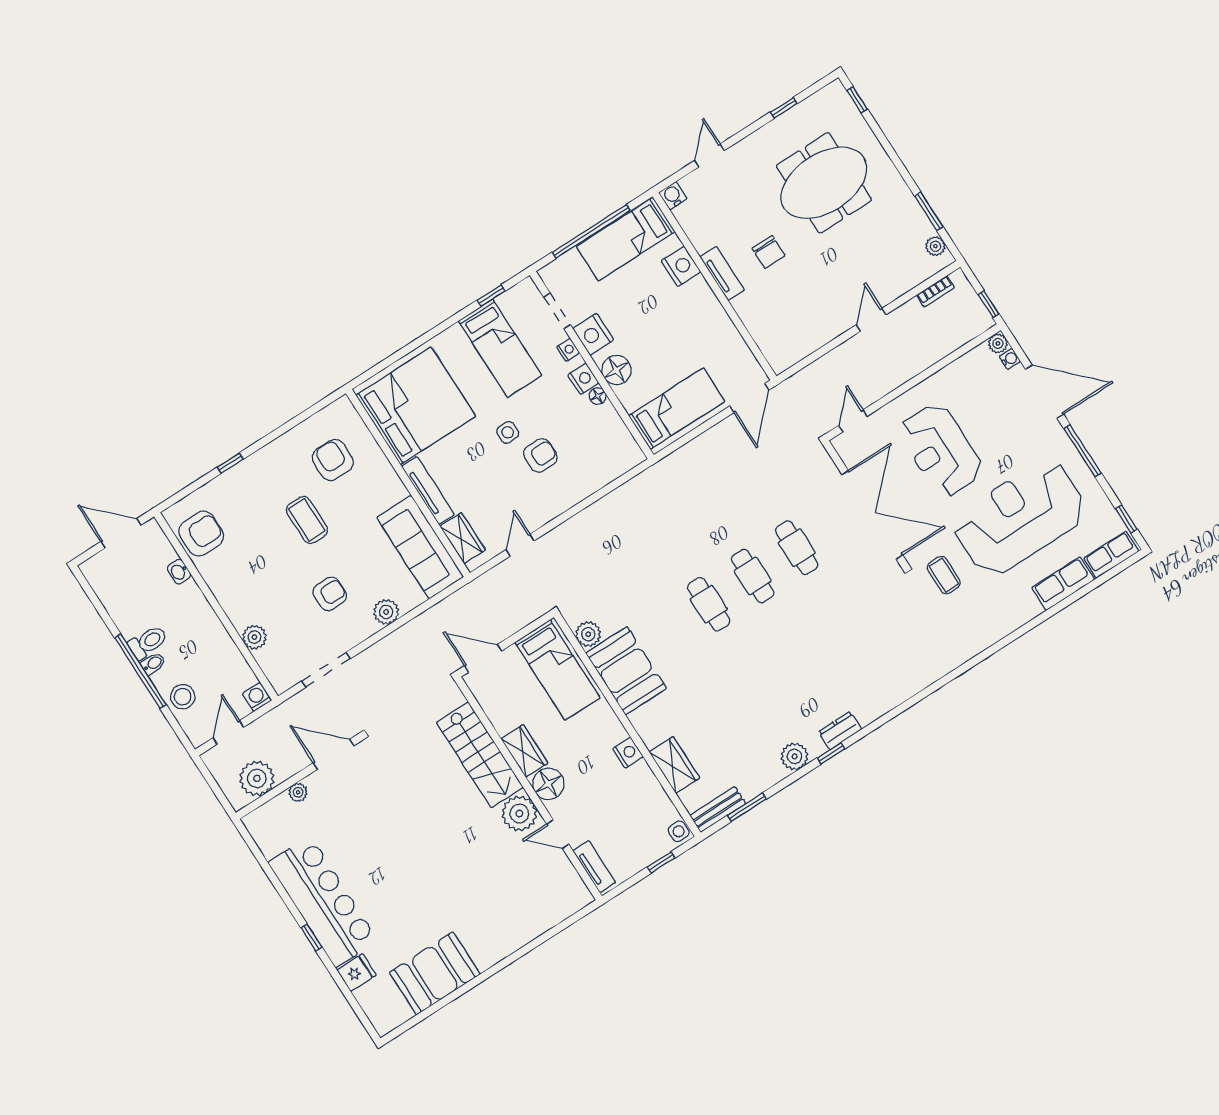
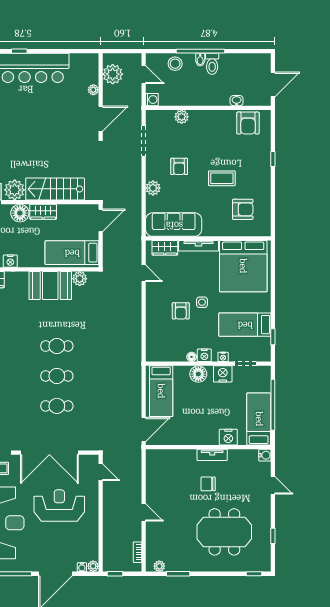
meeting table: (824, 183) -> (224, 532), turned 90
door: (749, 398) -> (144, 429), swing flipped

